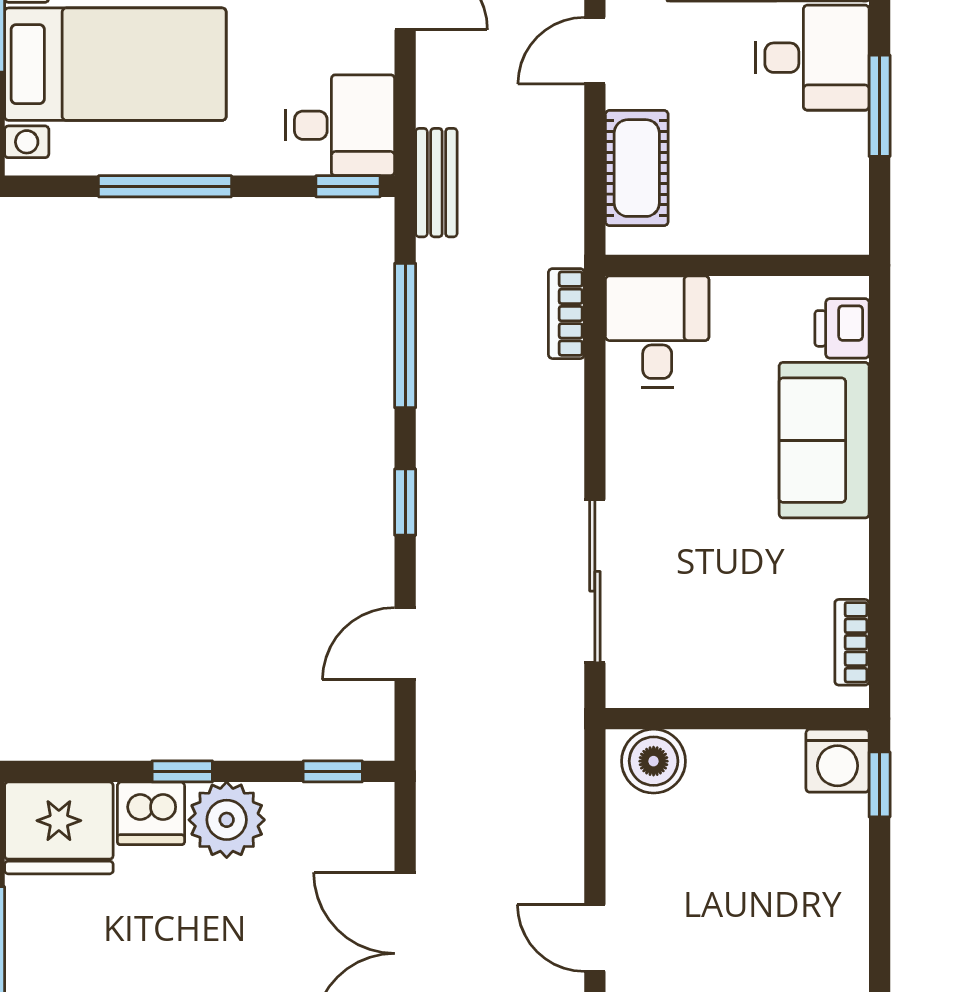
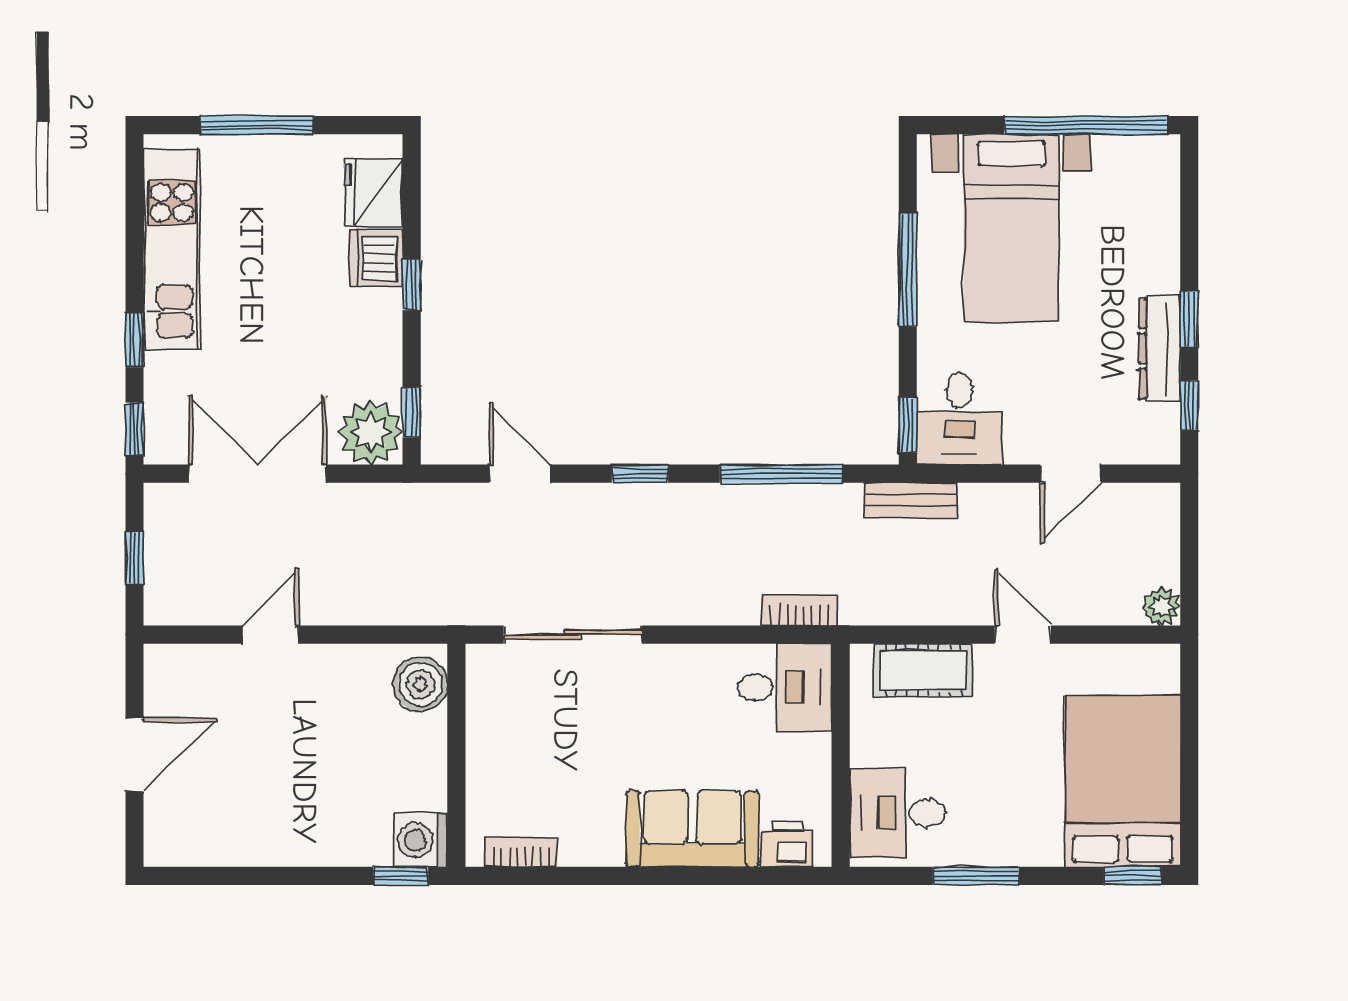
desk: (812, 58) -> (898, 813), moved, turned 90
plant: (227, 820) -> (371, 433), moved
fridge: (59, 828) -> (374, 192), width x0.73, depth x0.75

